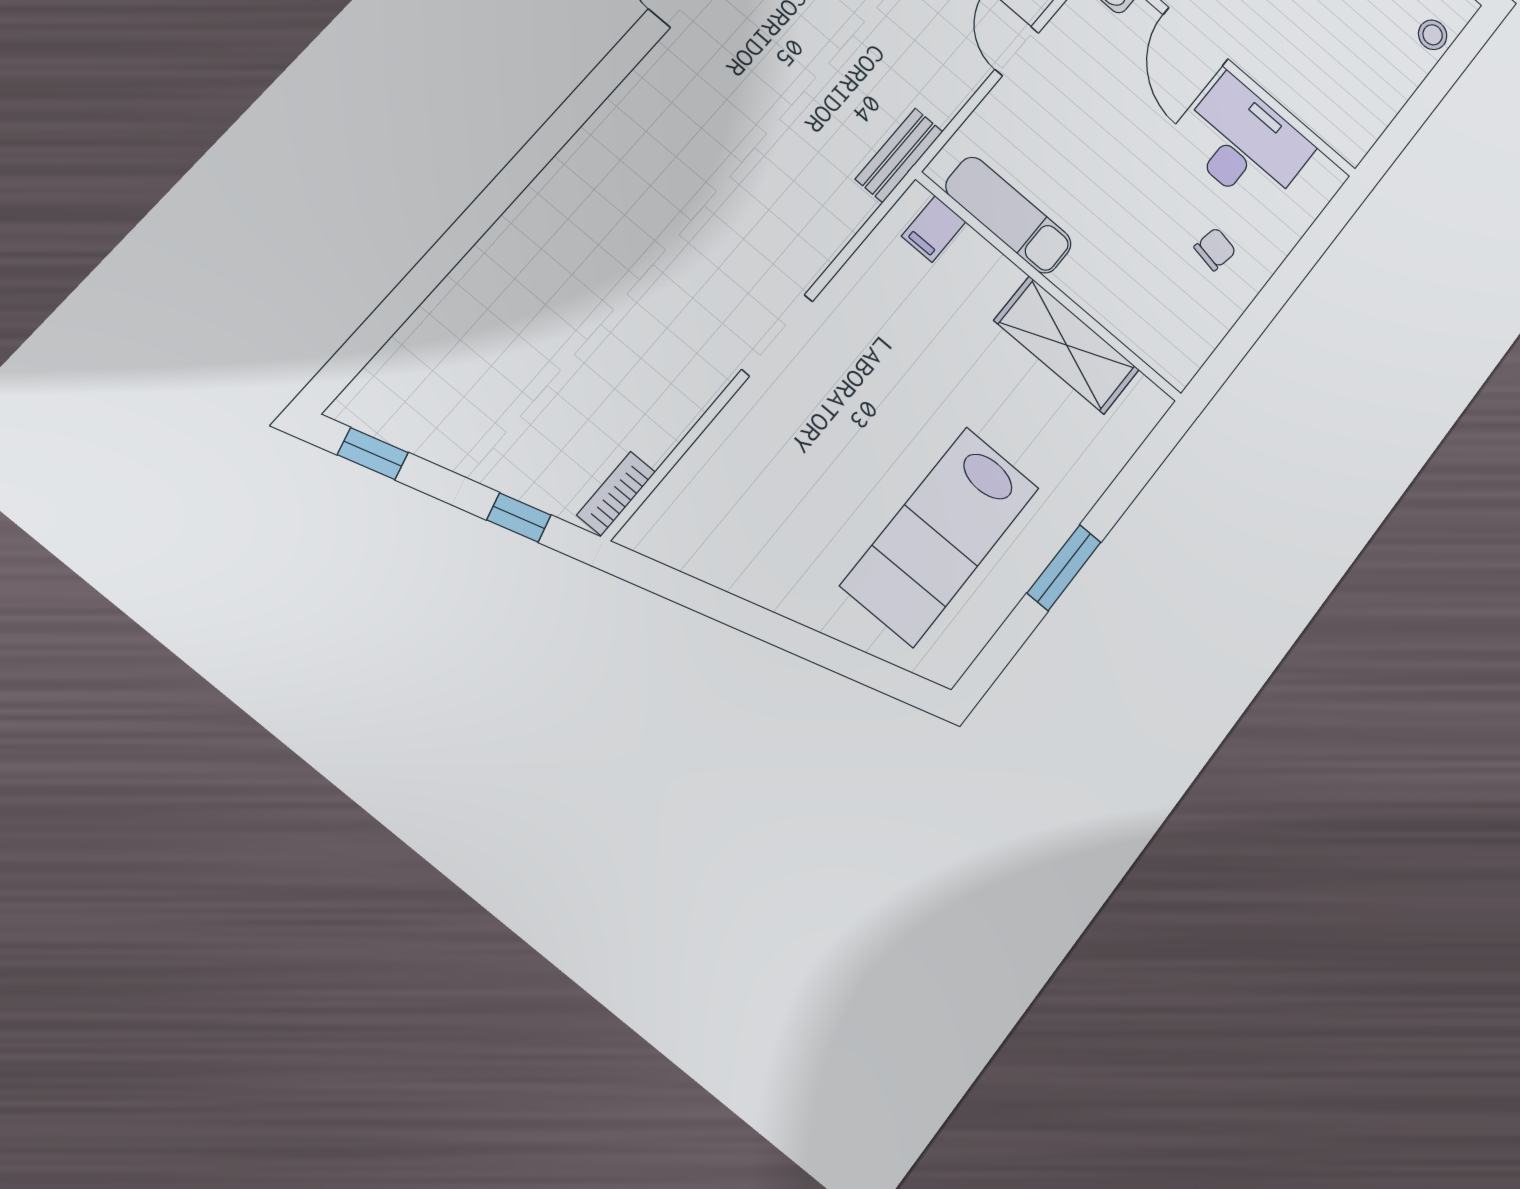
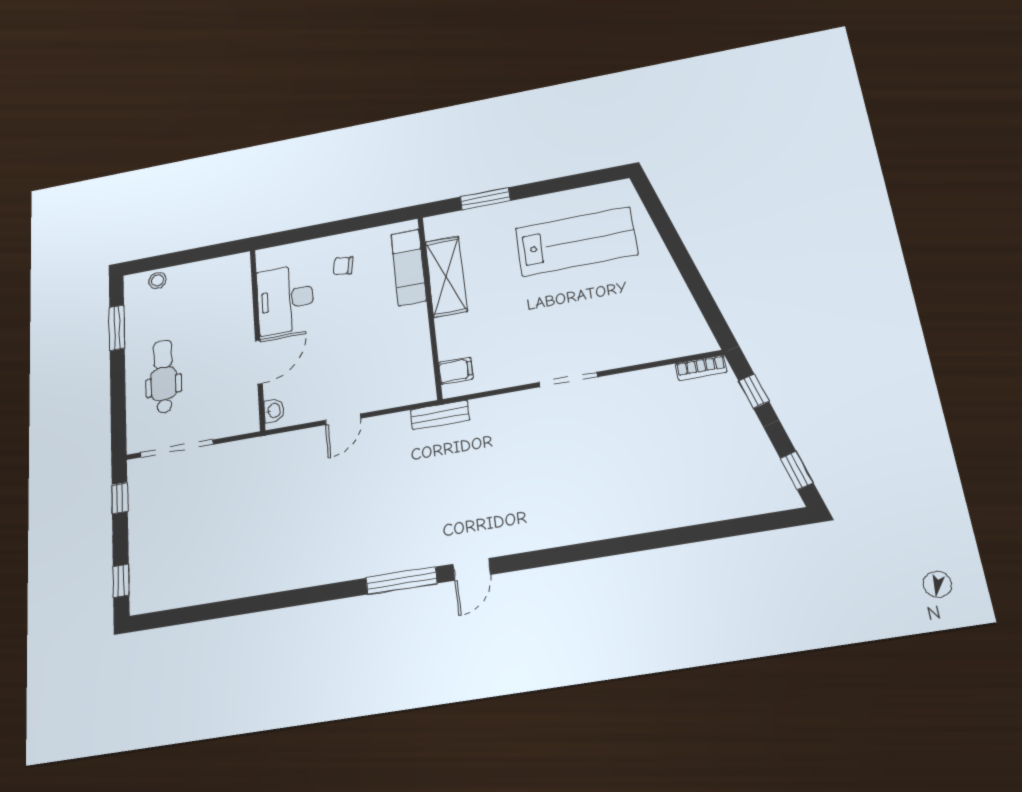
exam couch: (1008, 215) -> (409, 267), moved
window: (1064, 568) -> (485, 199), moved

